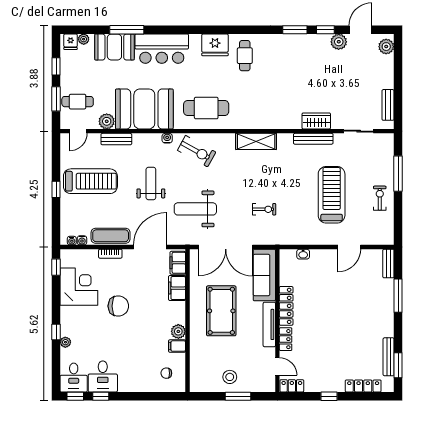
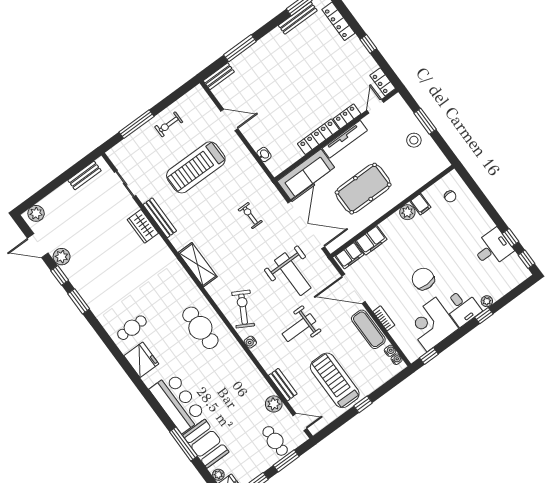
booth: (144, 109) -> (240, 380), removed
desk: (74, 378) -> (462, 307), moved, turned 90

